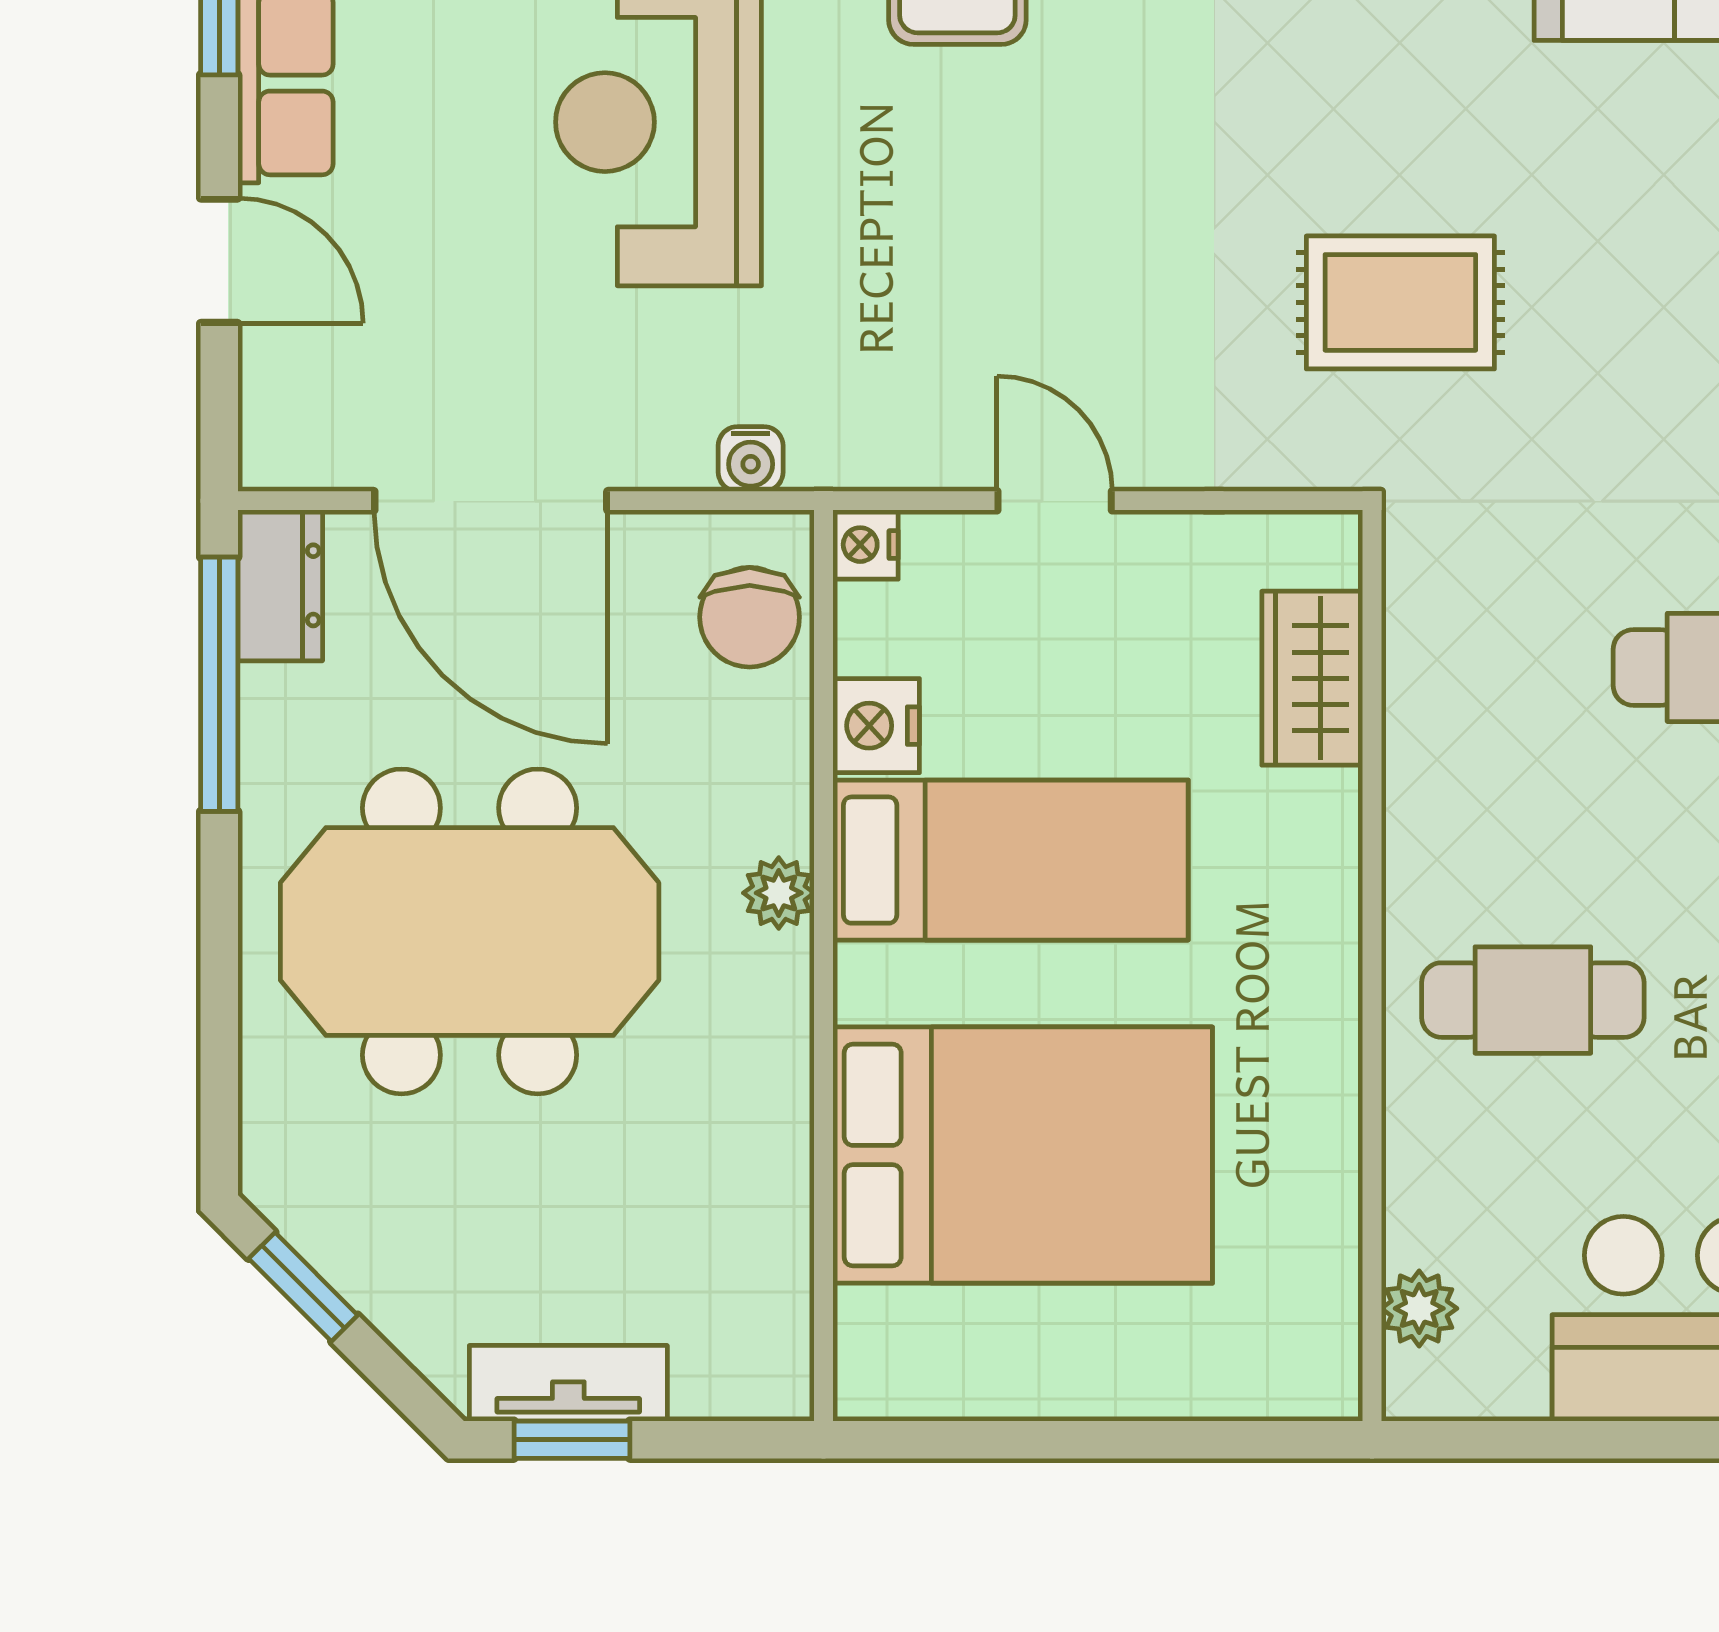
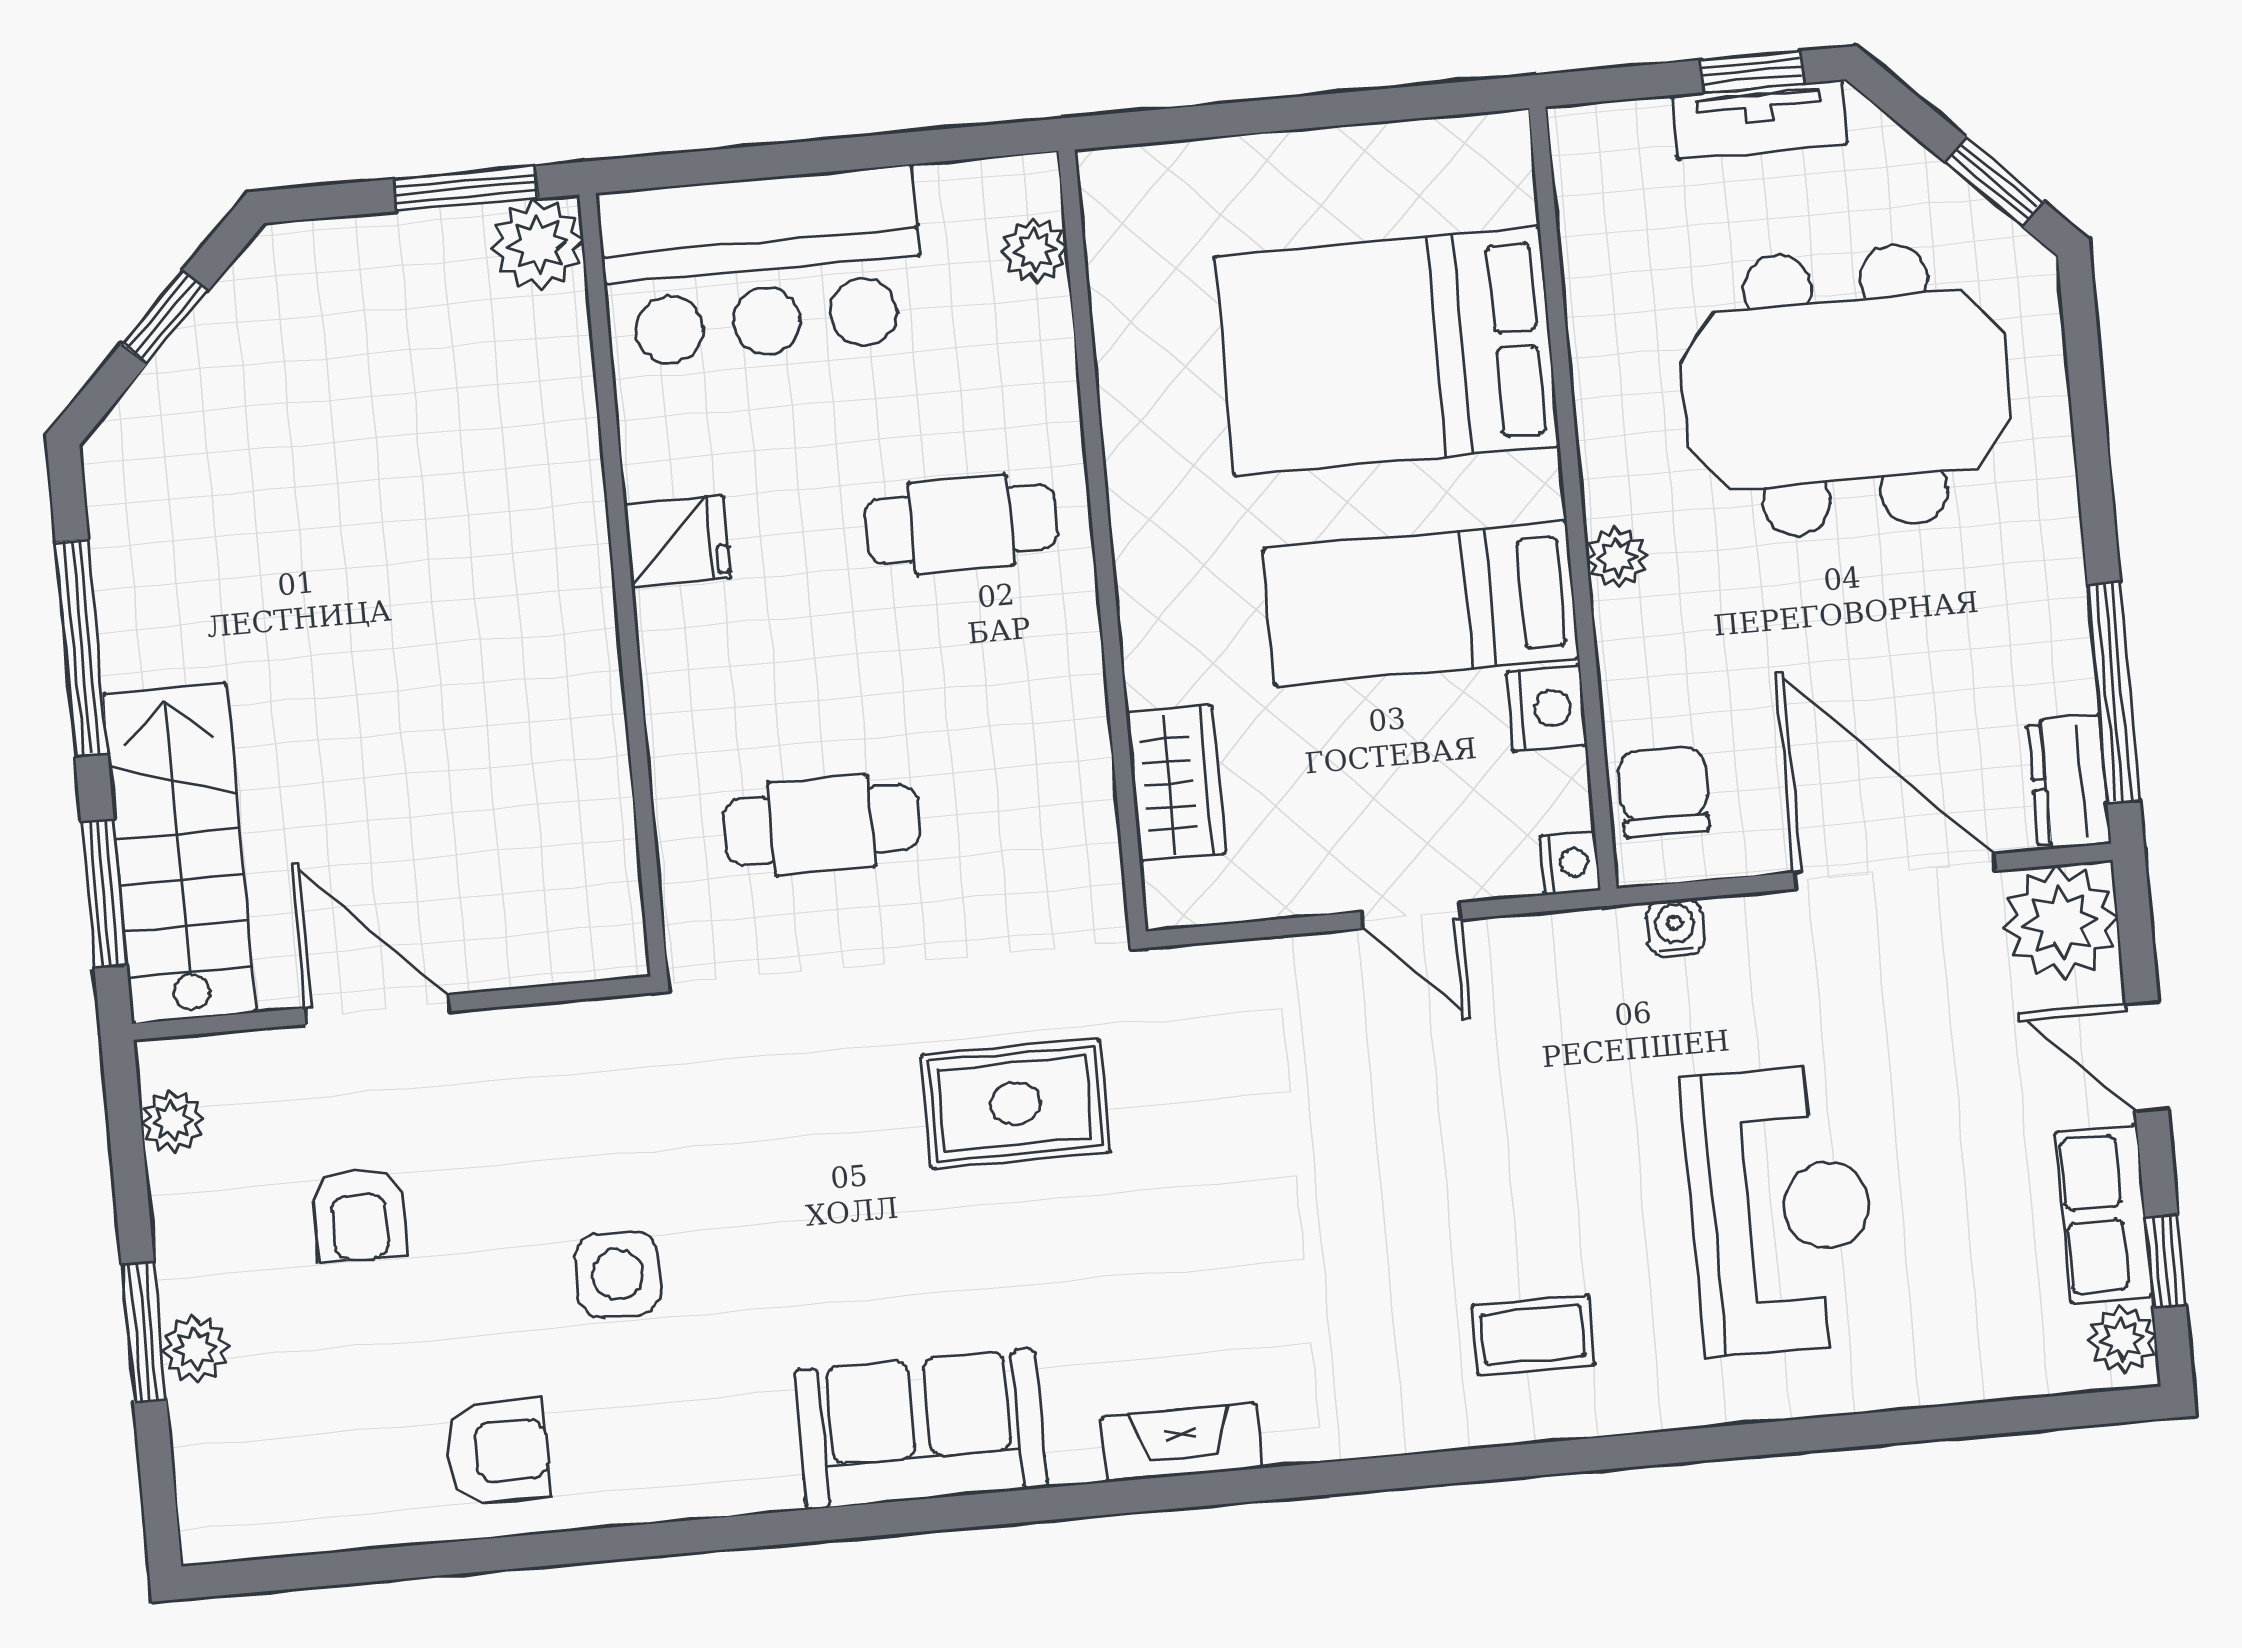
rug: (1400, 302) -> (1015, 1104), moved
plant: (305, 424) -> (2061, 922), added
meeting table: (470, 931) -> (1845, 390), moved

